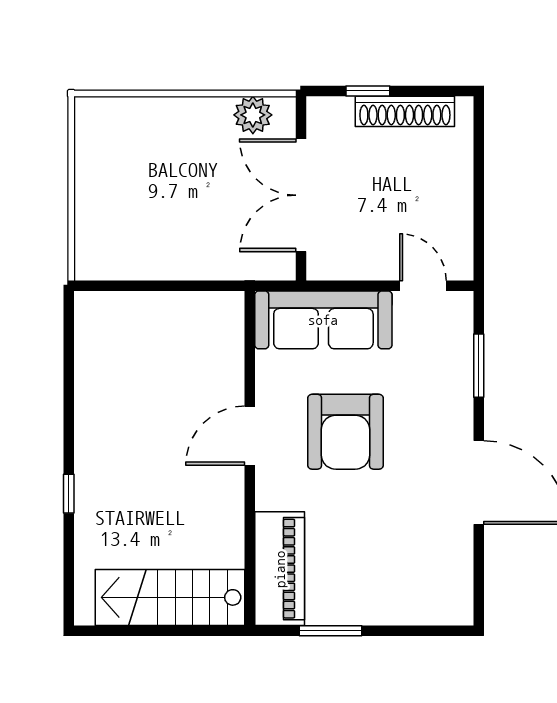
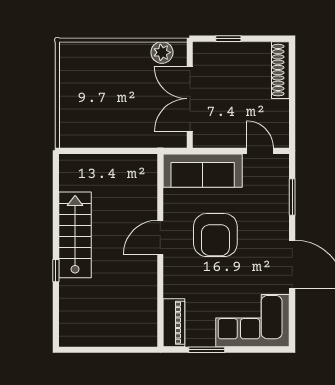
shoe rack: (405, 111) -> (280, 70), moved, turned 90
piano: (280, 569) -> (174, 323), width x0.73, depth x0.75
corner sofa: (410, 580) -> (253, 321), added
stairs: (170, 597) -> (75, 235), moved, turned 90

